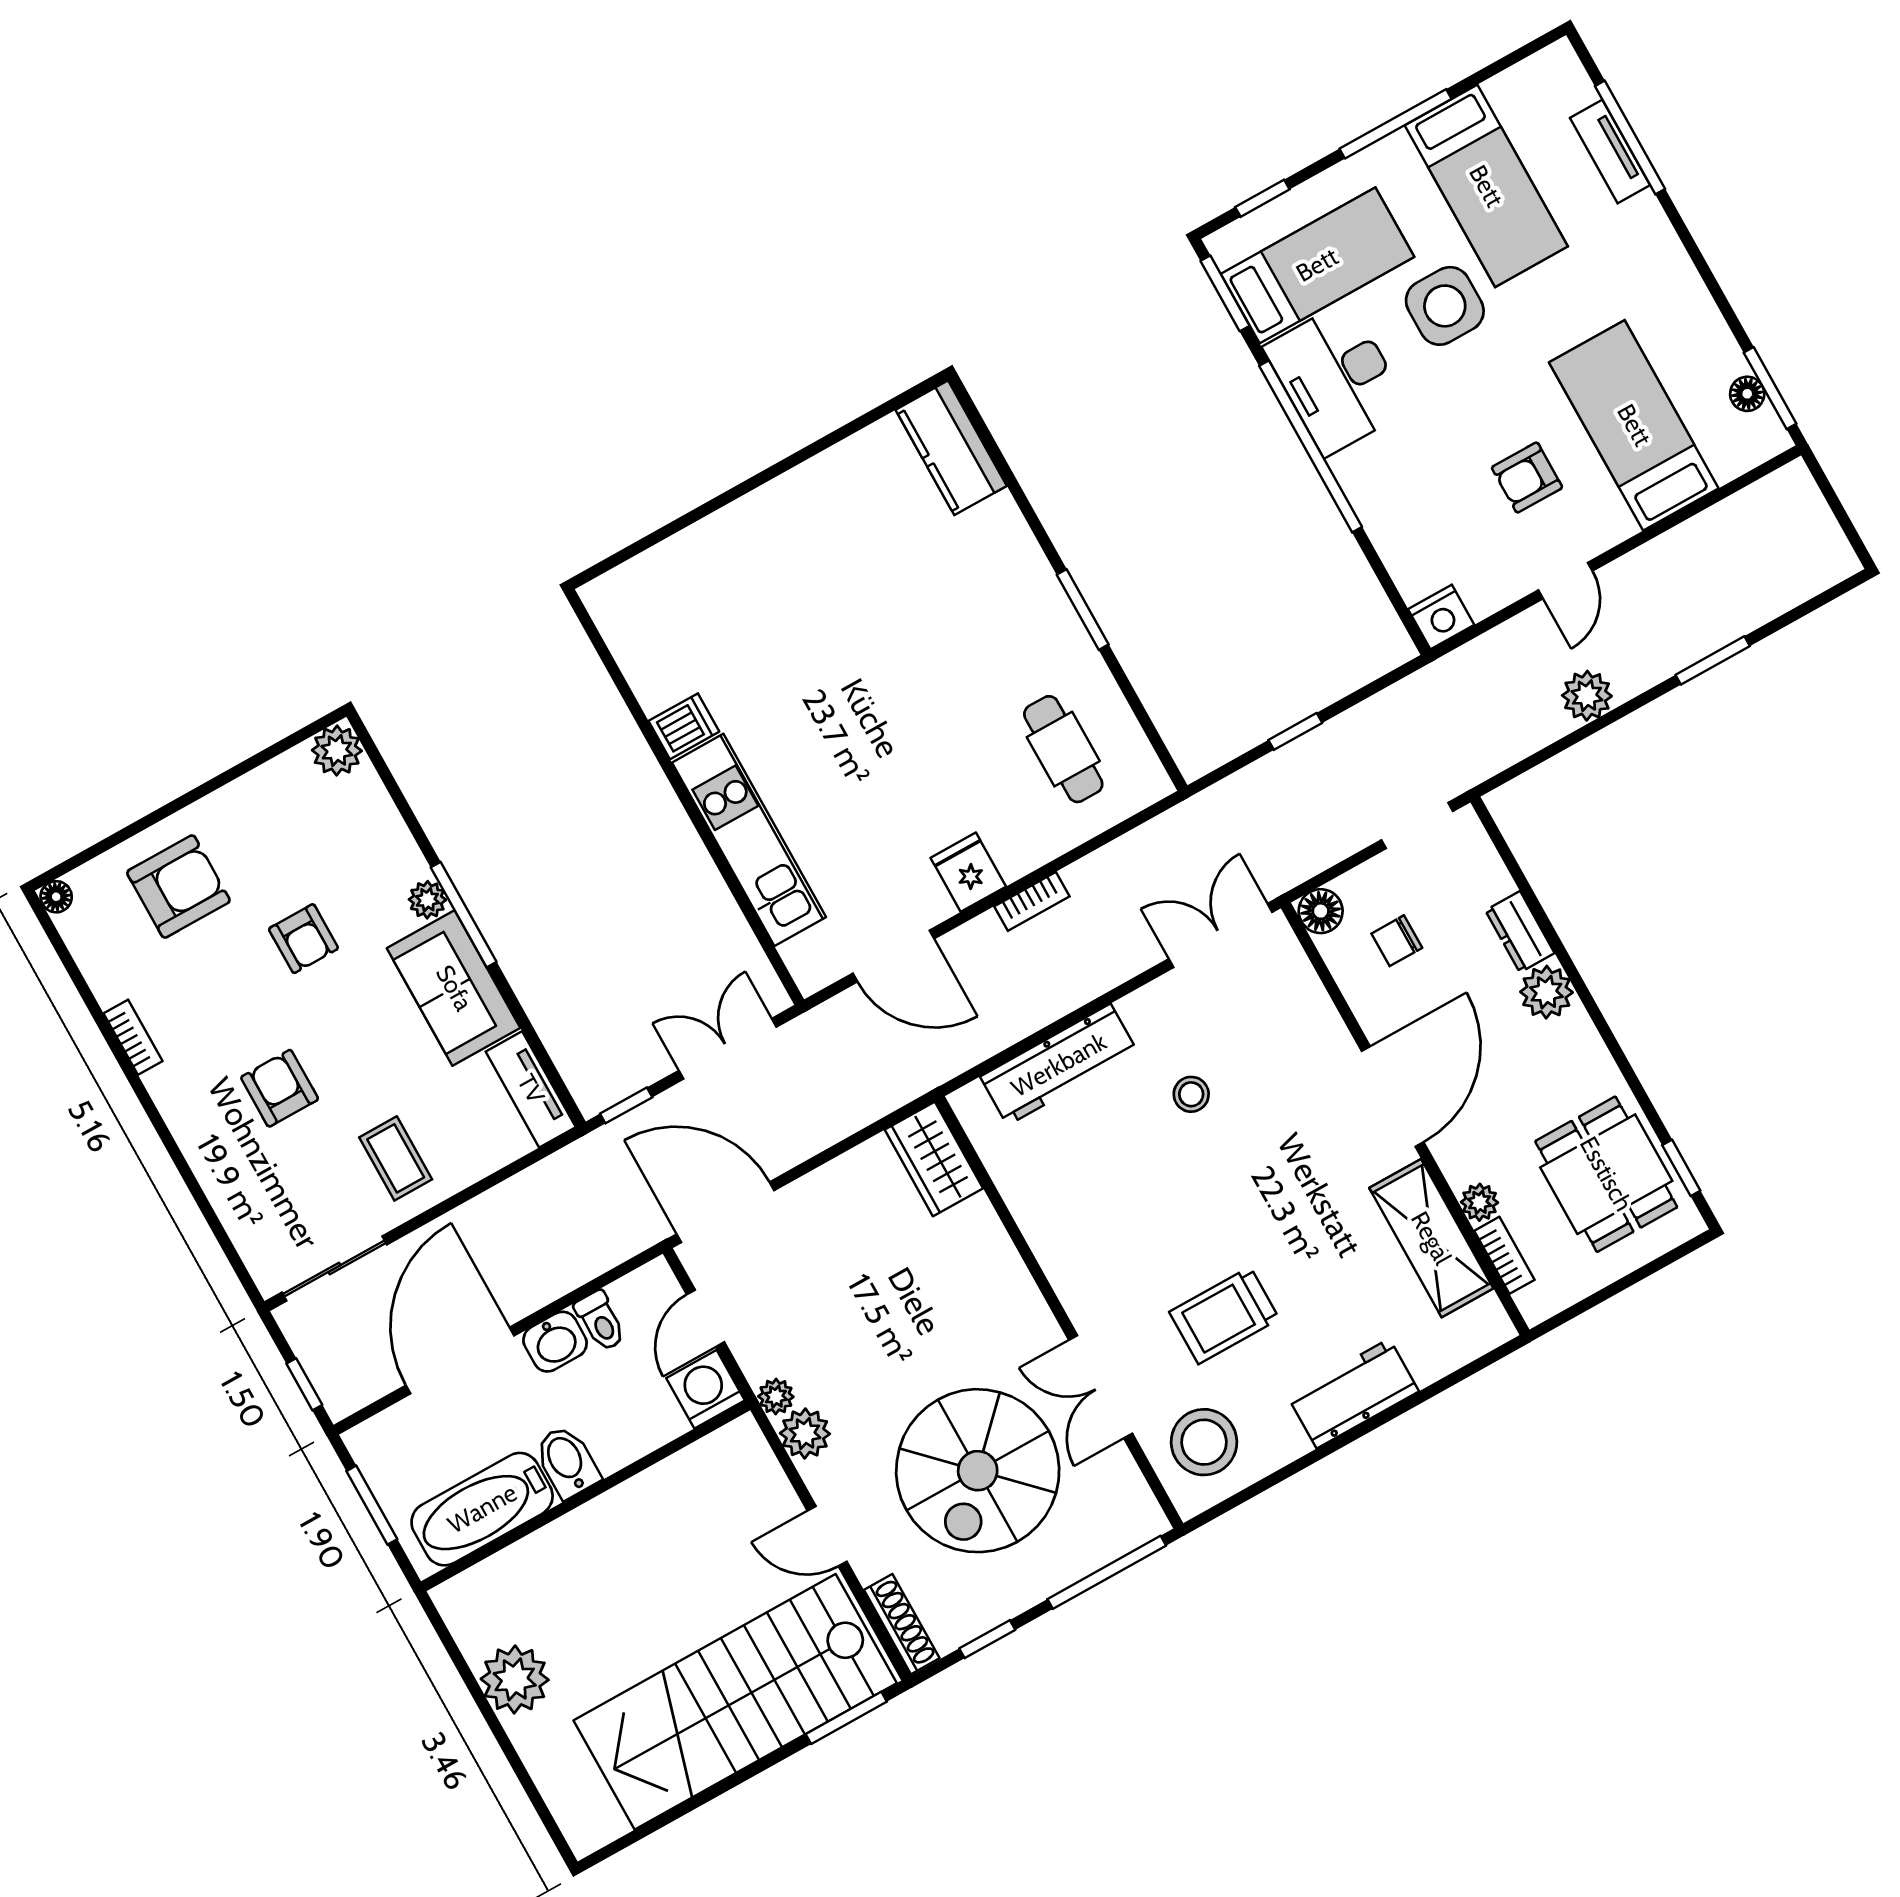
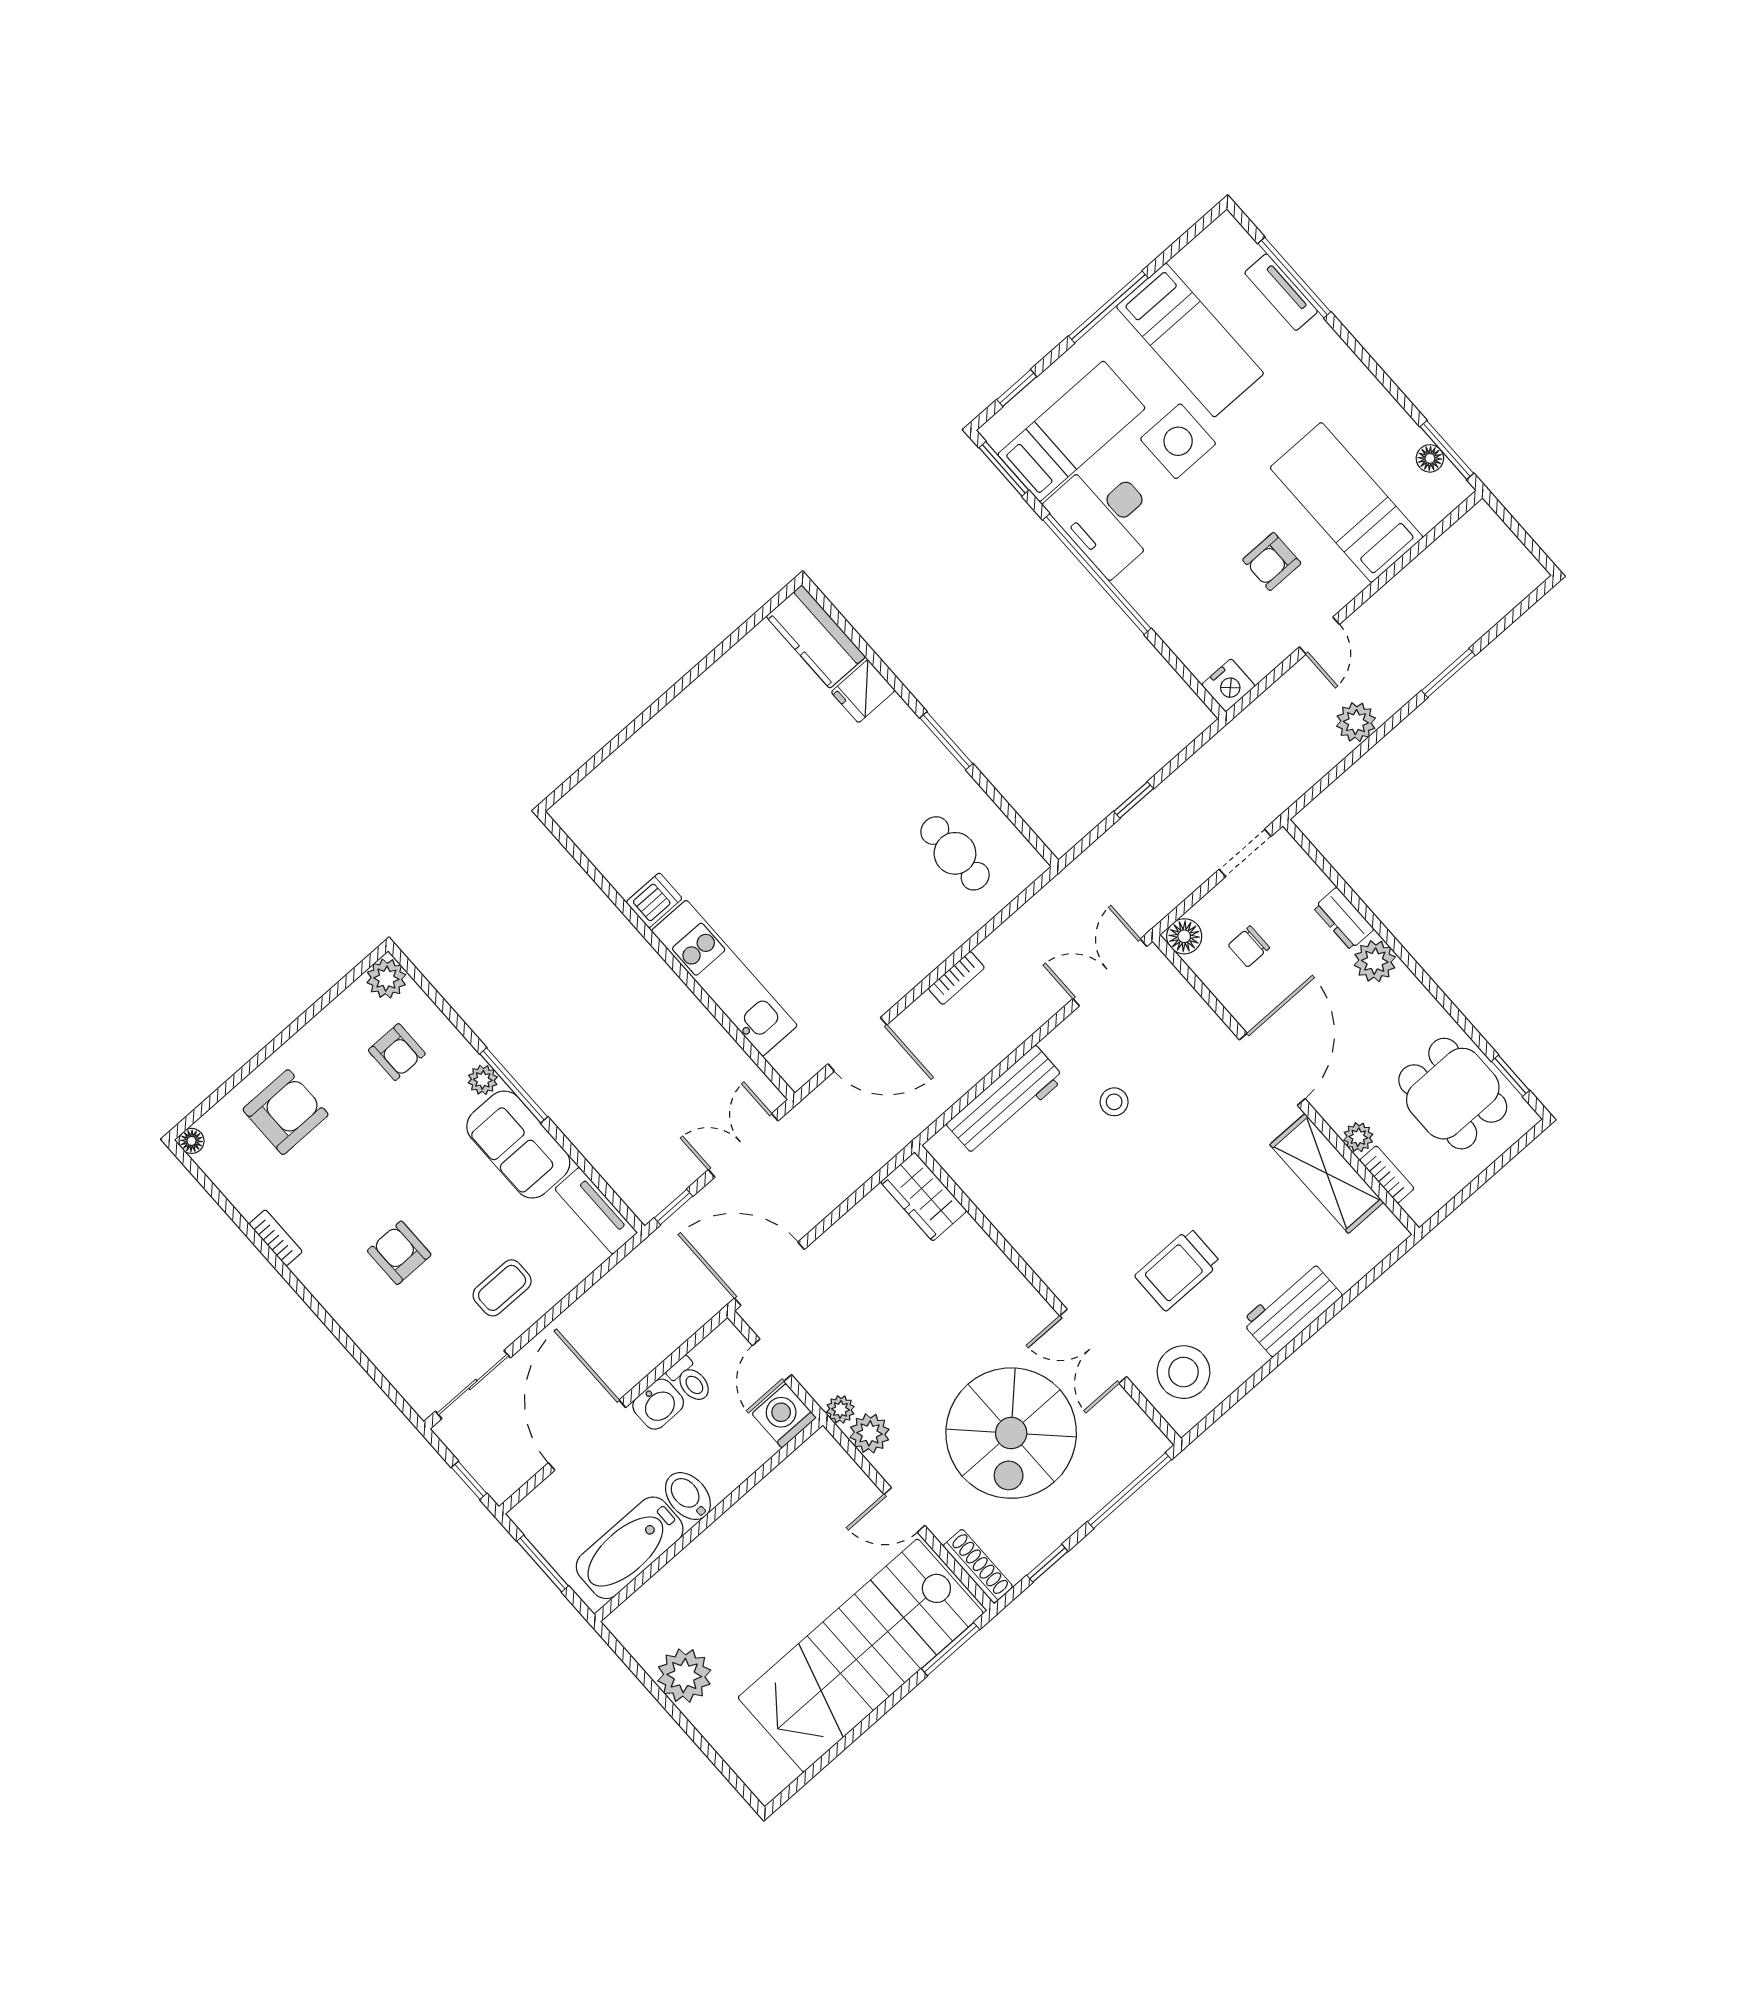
fridge: (968, 872) -> (863, 691), moved, turned -90
armchair: (303, 939) -> (397, 1052), moved
coffee table: (396, 1158) -> (502, 1288), turned 90

